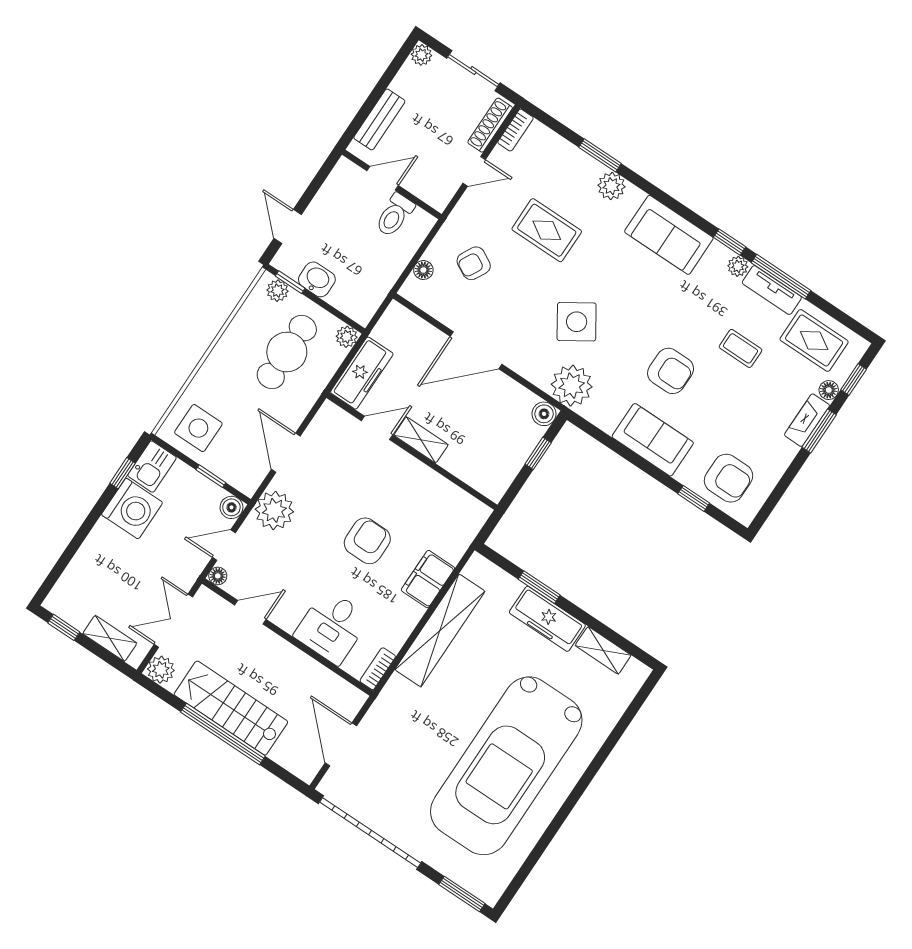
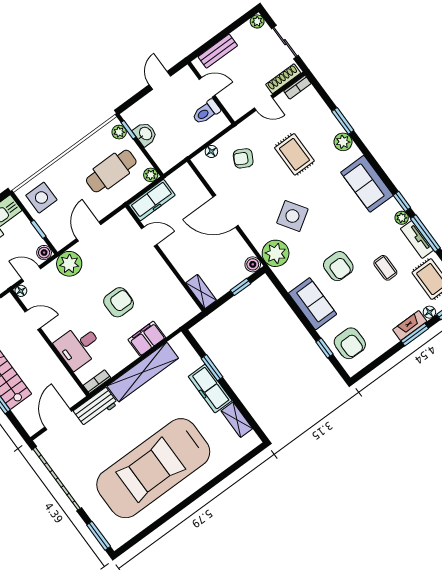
door: (288, 226) -> (160, 80), moved
shelving: (421, 440) -> (201, 292), moved
workbench: (389, 707) -> (96, 407), added

